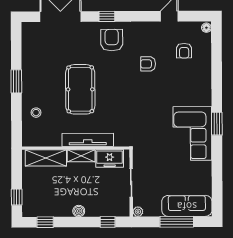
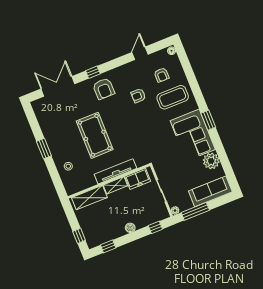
armchair: (112, 40) -> (104, 89), turned 180
coffee table: (187, 81) -> (173, 97), added
plant: (202, 172) -> (211, 161), added
window: (177, 222) -> (195, 211), moved

